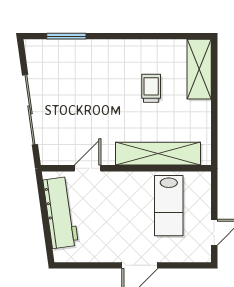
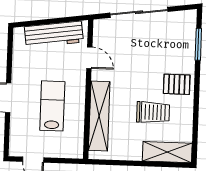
pallet: (116, 61) -> (177, 84), added
trolley: (151, 88) -> (153, 112), width x1.36, depth x1.39
lab bench: (169, 206) -> (52, 106), moved, turned 90

